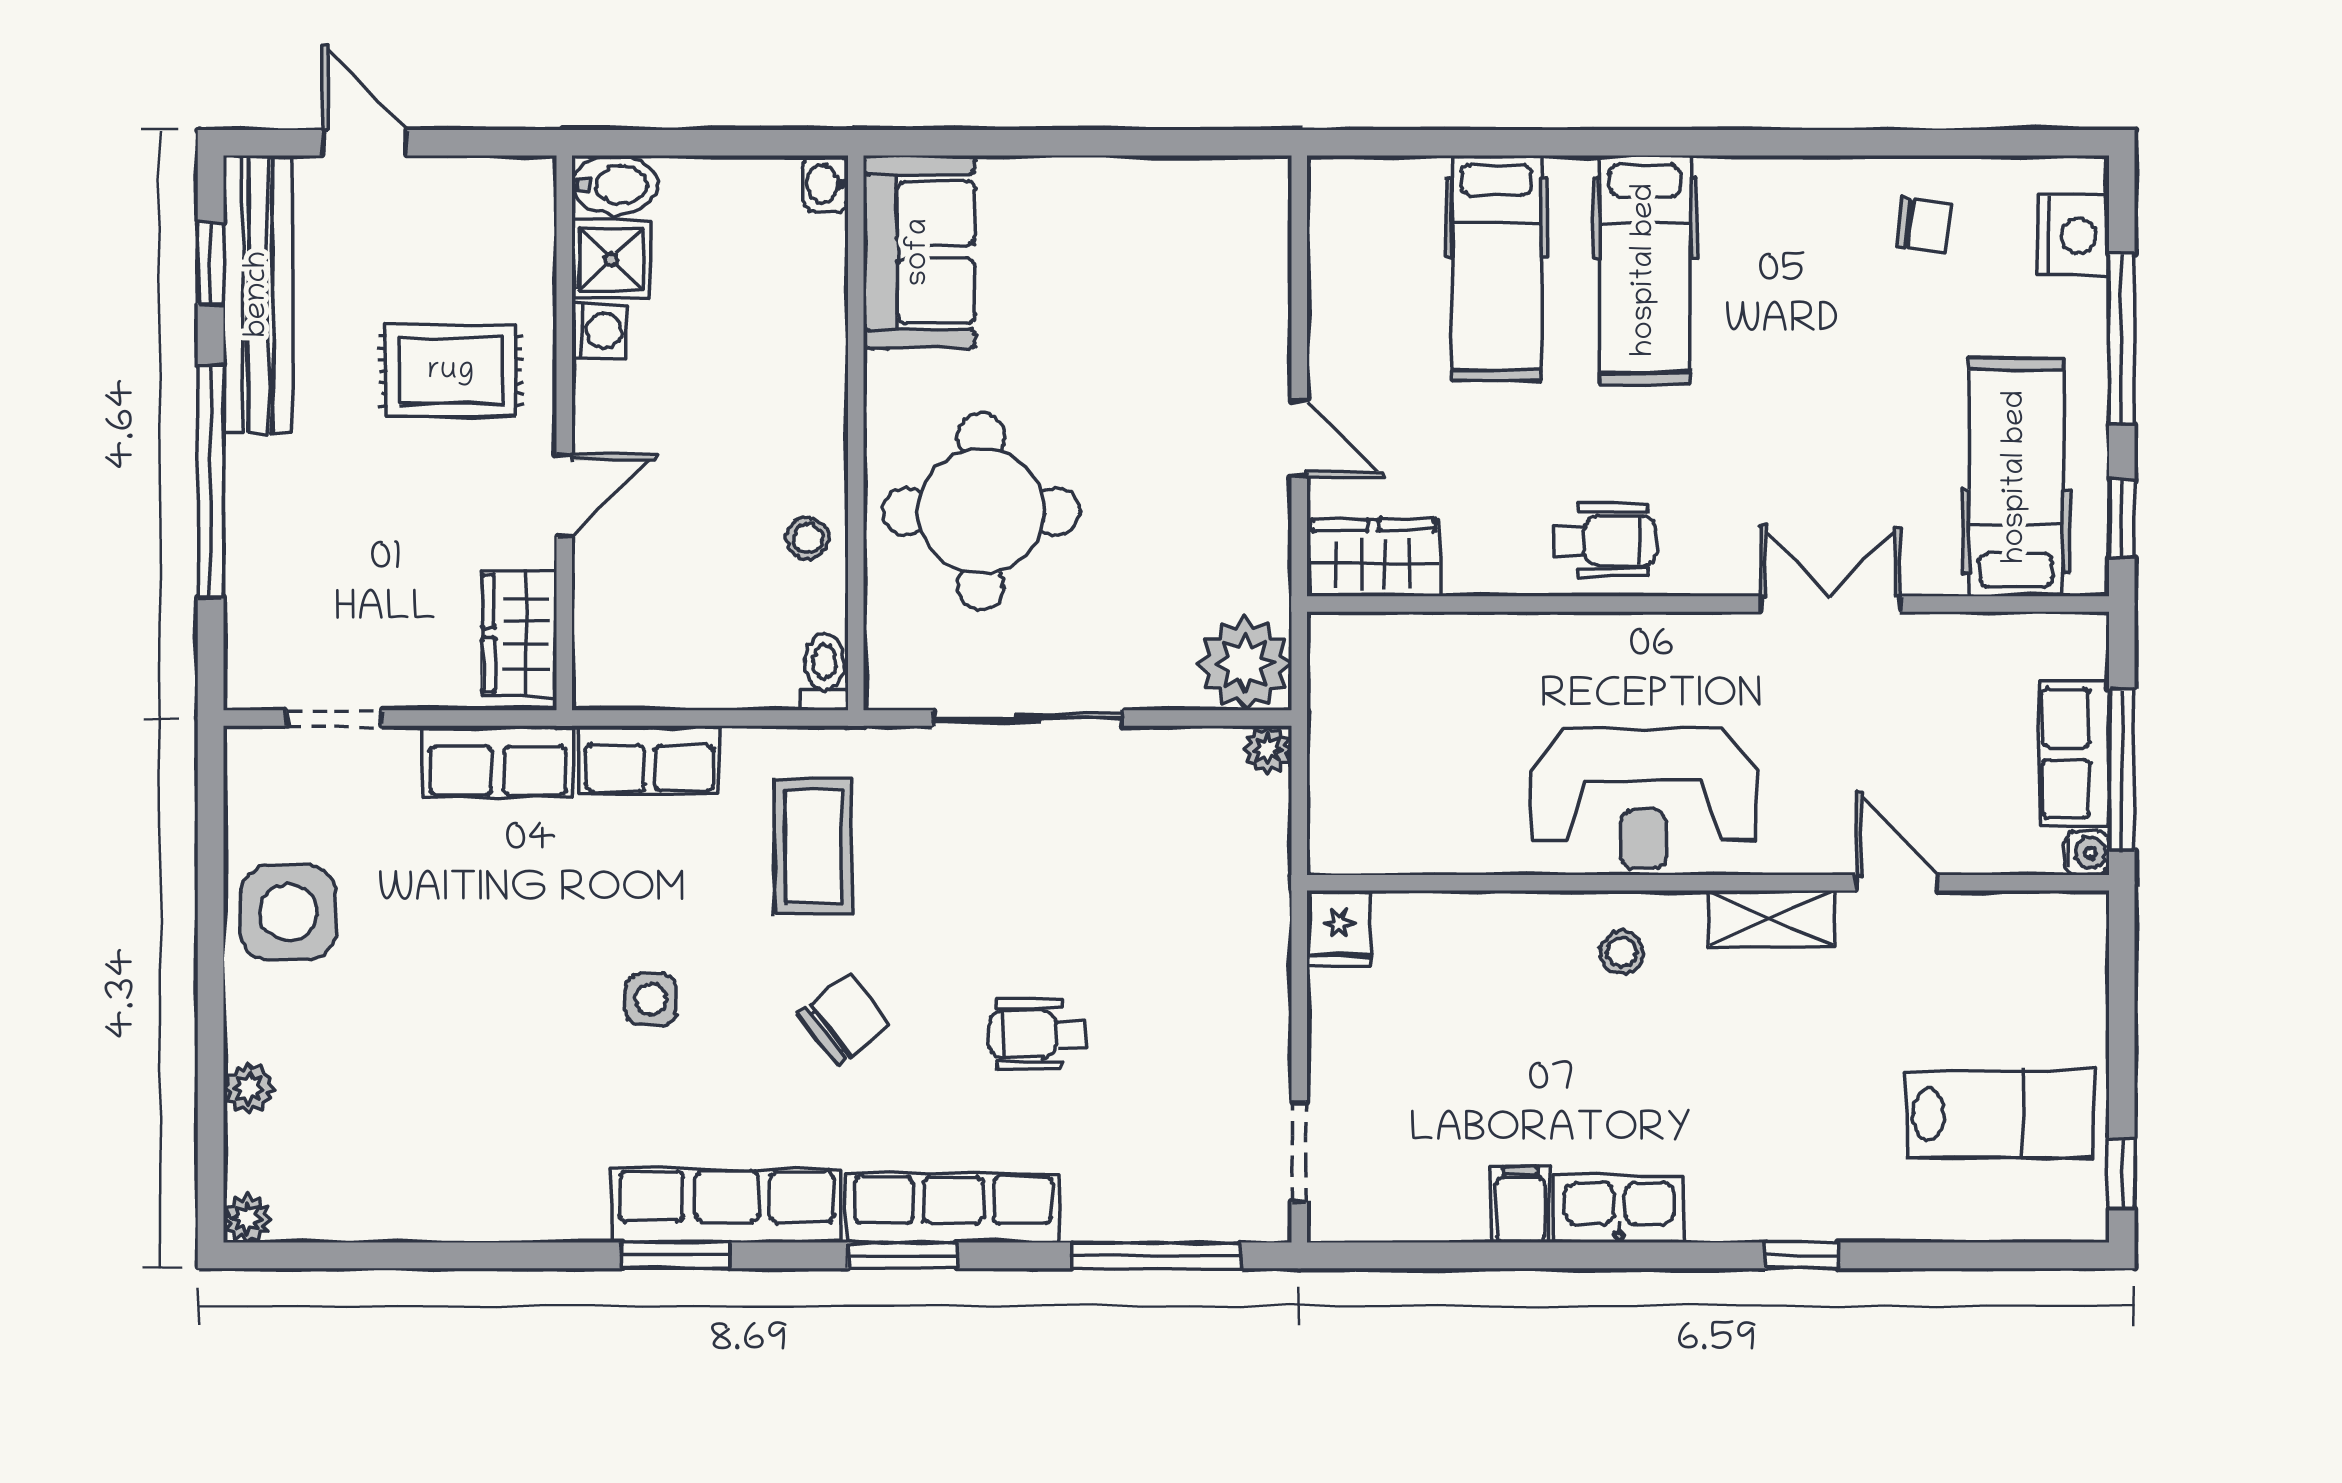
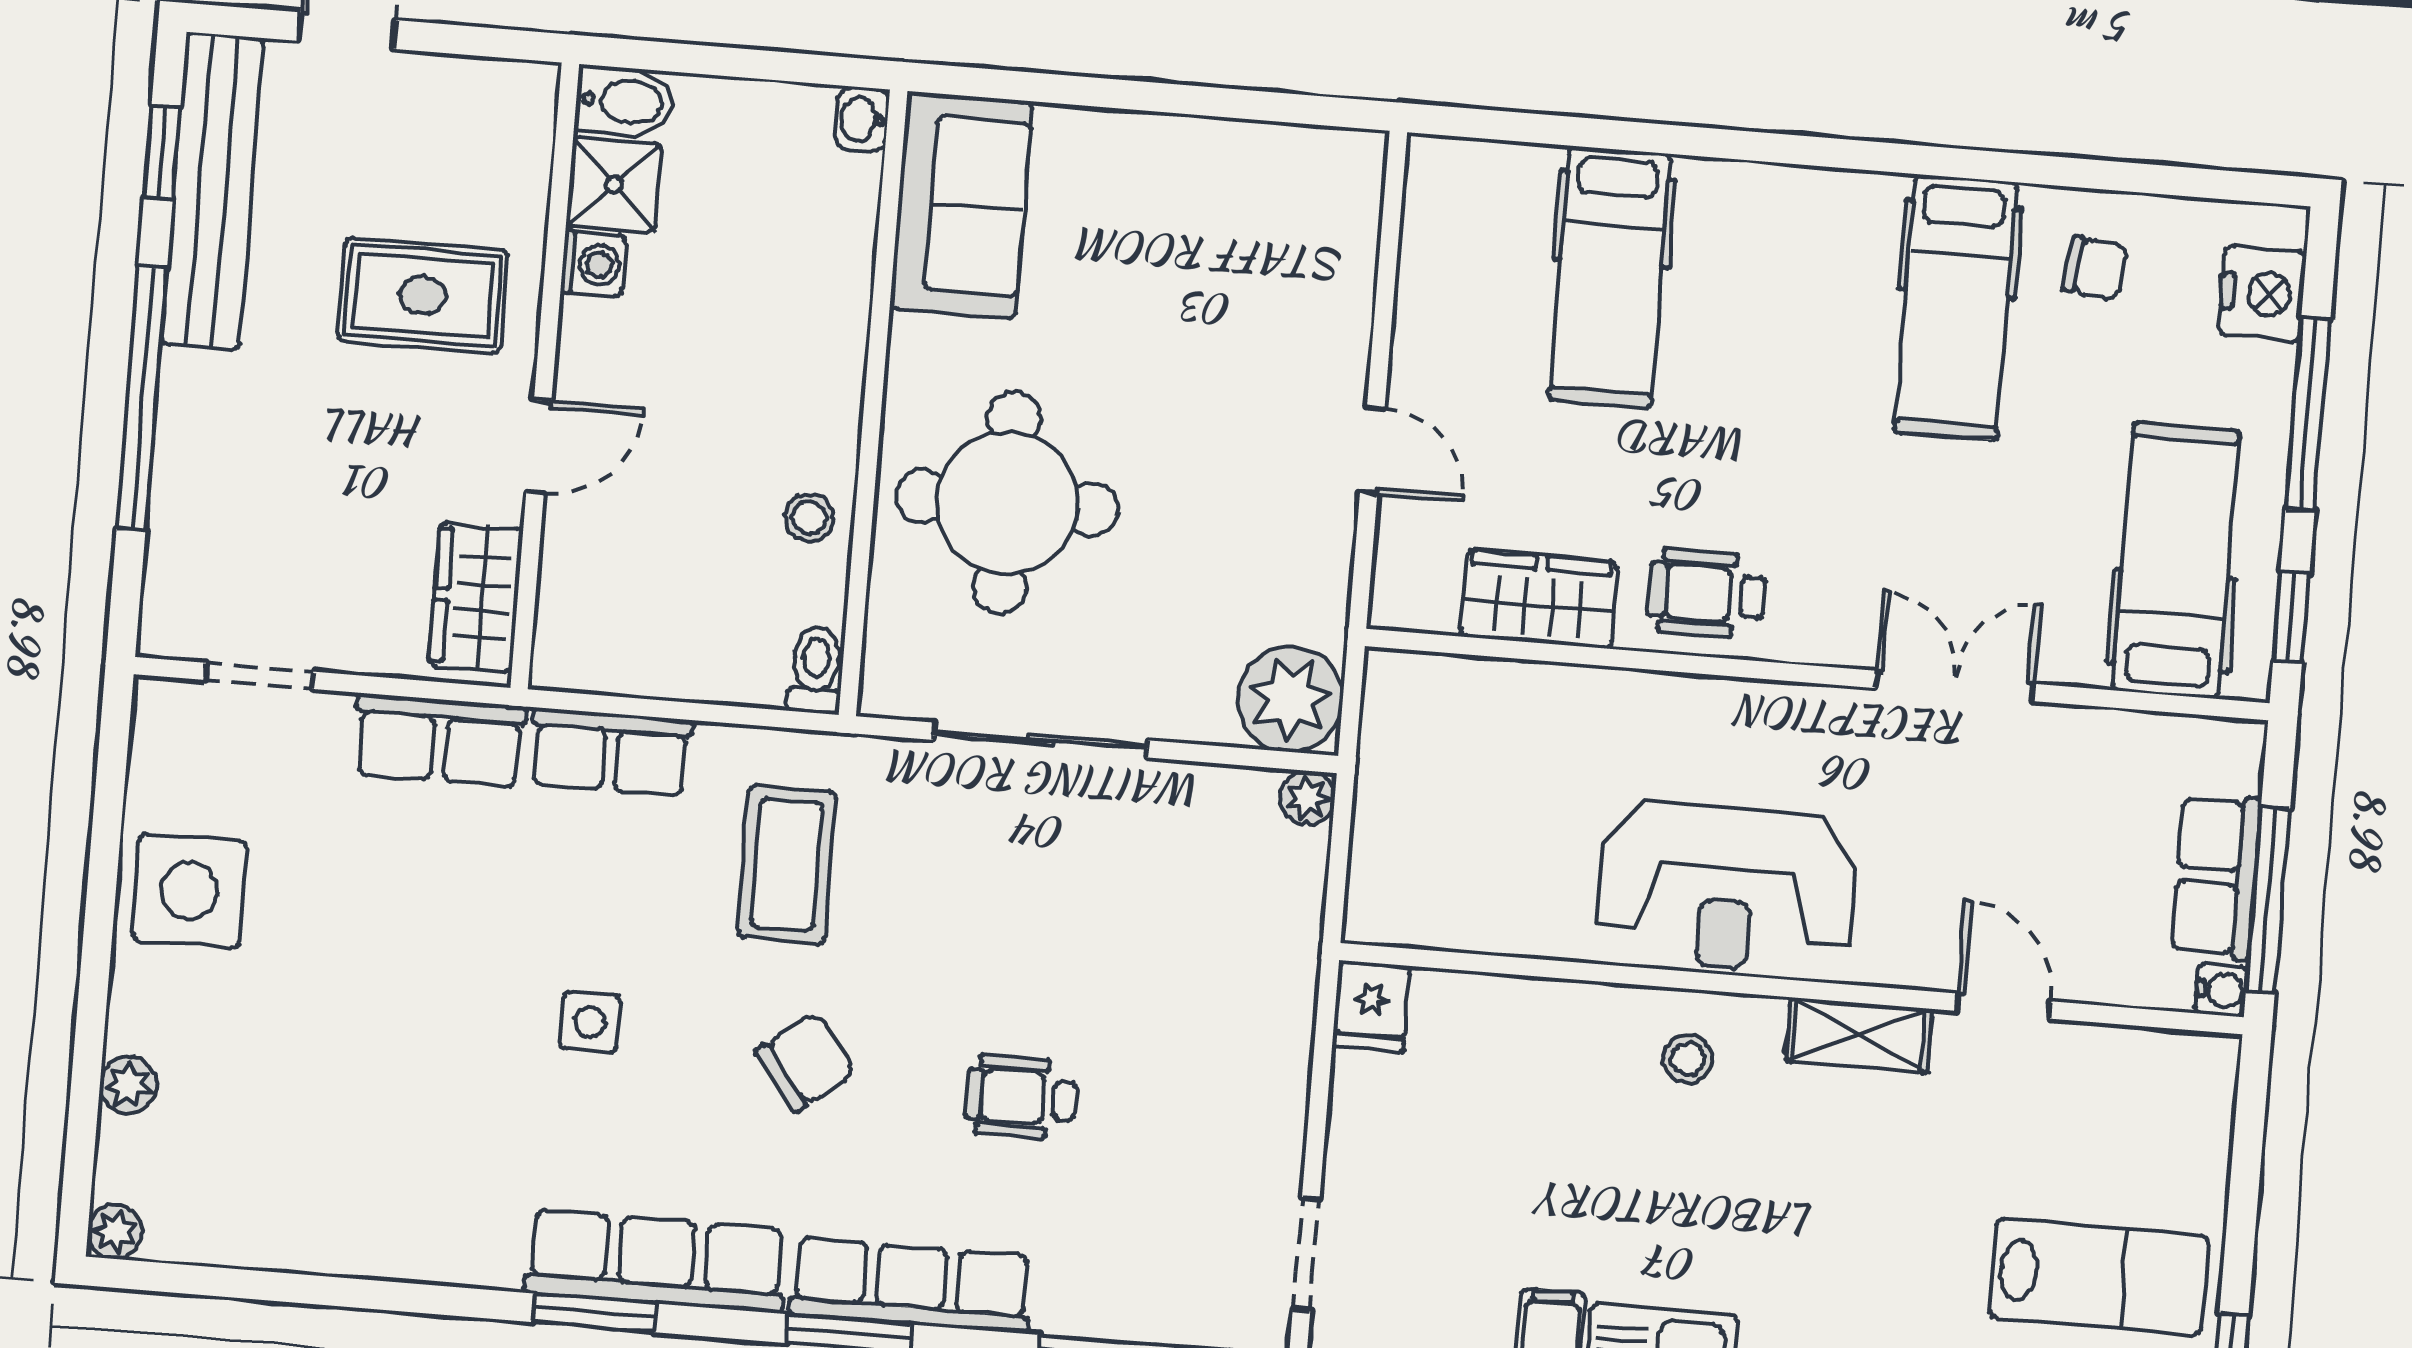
hospital bed: (1645, 270) -> (1956, 307), moved
wheelchair: (1605, 540) -> (1707, 593), turned 180
wardrobe: (1374, 558) -> (1539, 599), moved

